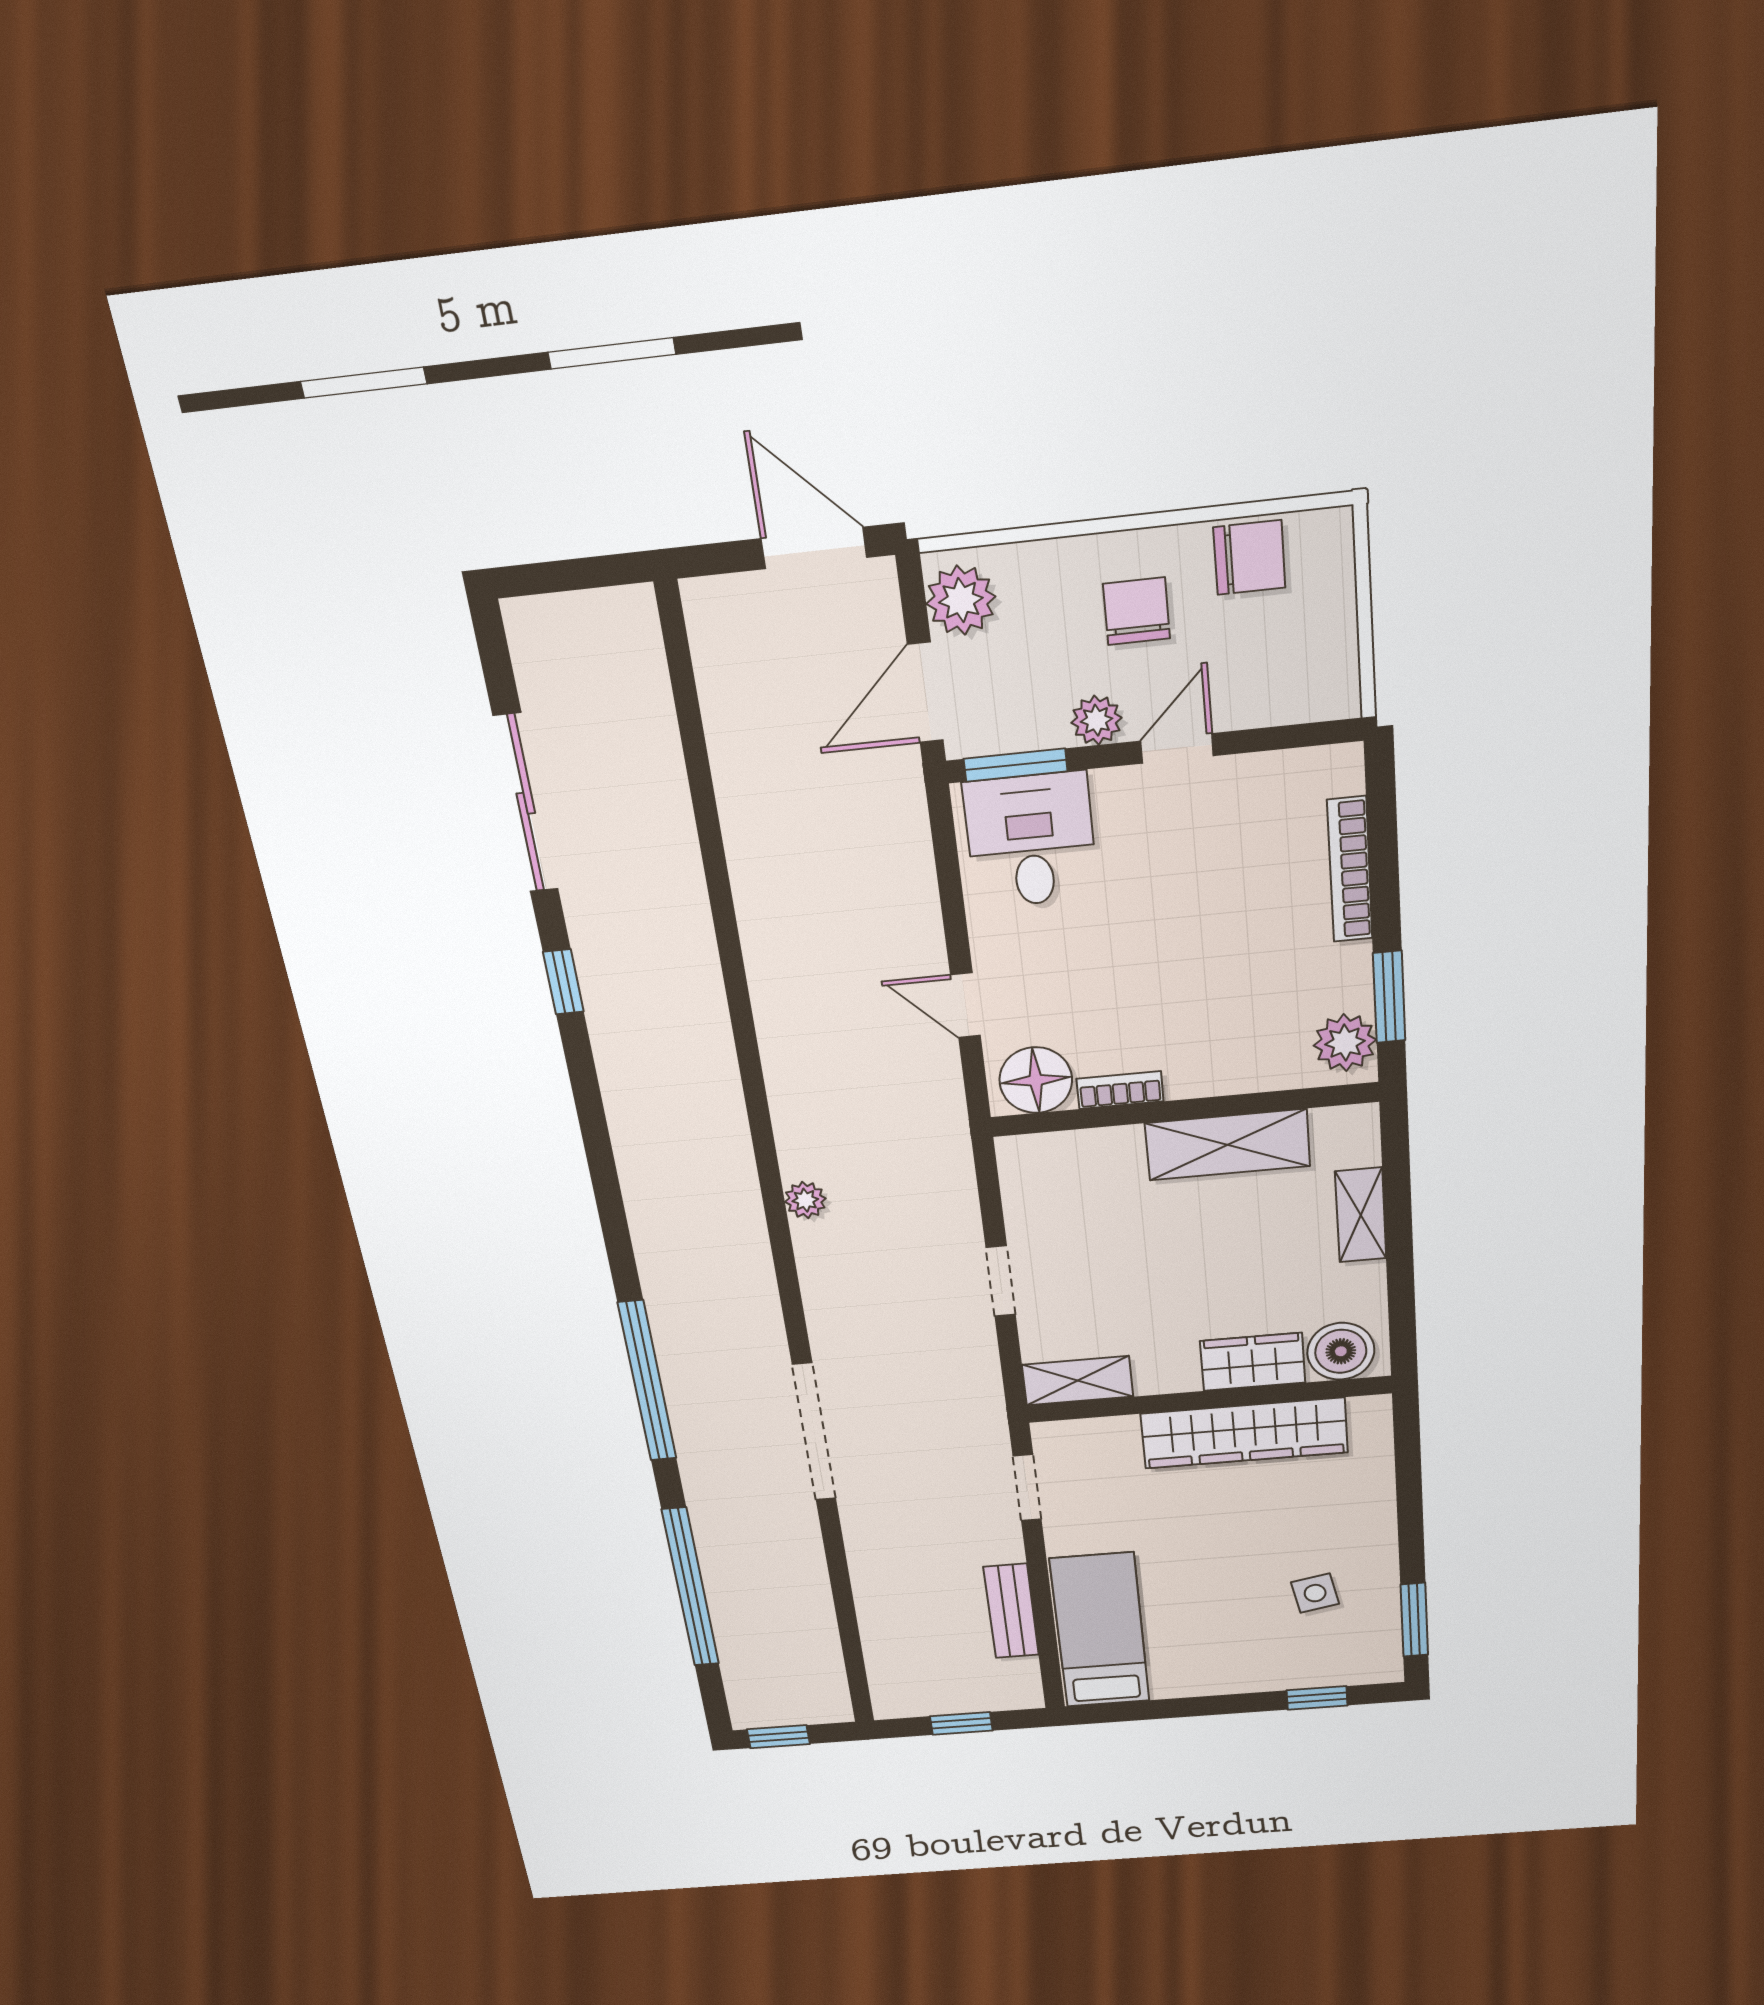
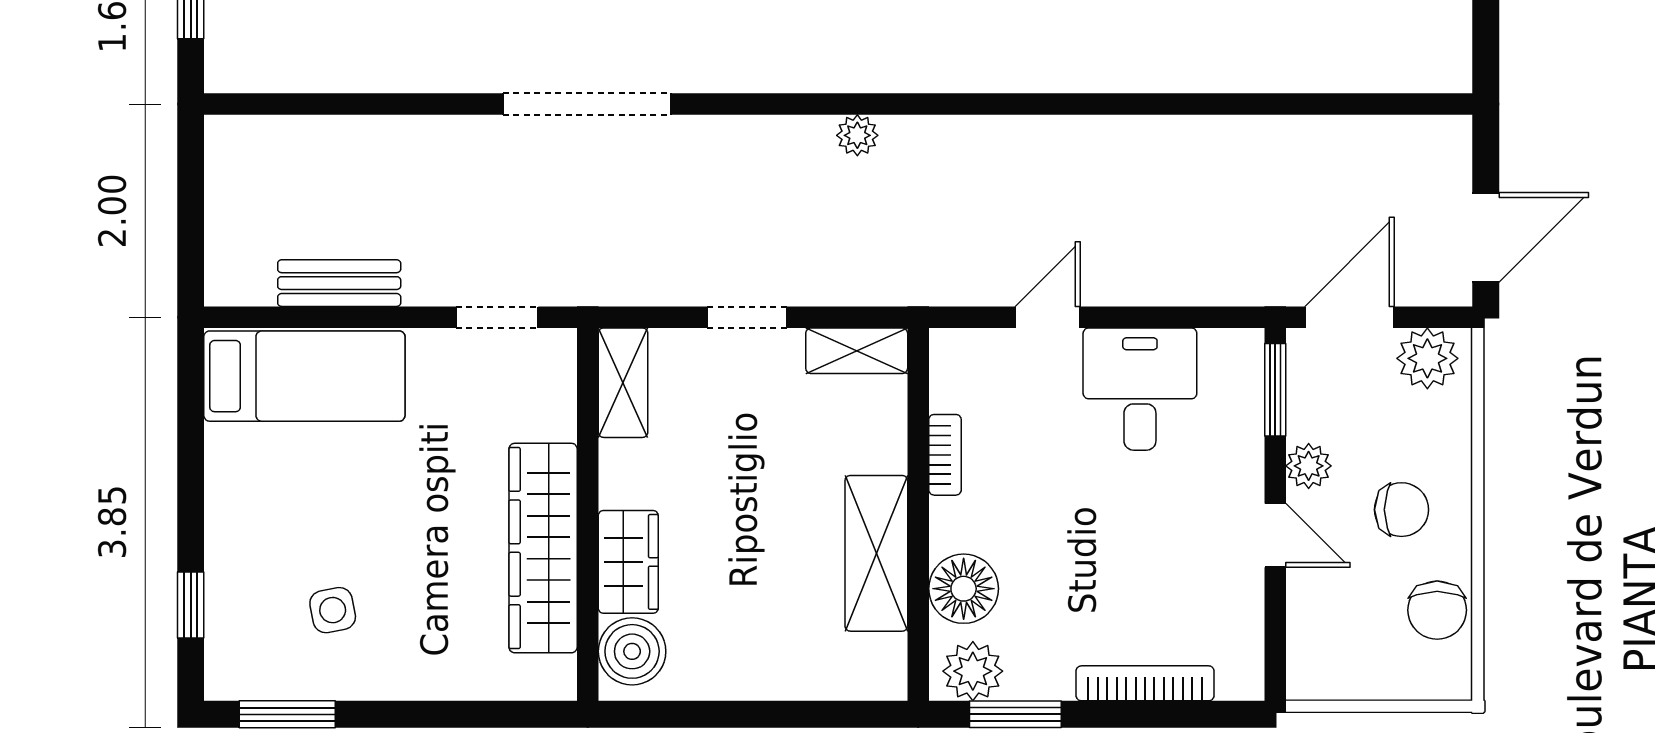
door: (925, 693) -> (1349, 317), hinge flipped
desk: (1031, 840) -> (1140, 389), moved, turned -90
floor lamp: (1036, 1080) -> (964, 589), moved
shelving: (1361, 1215) -> (857, 351), moved
window: (961, 1723) -> (191, 211), removed

